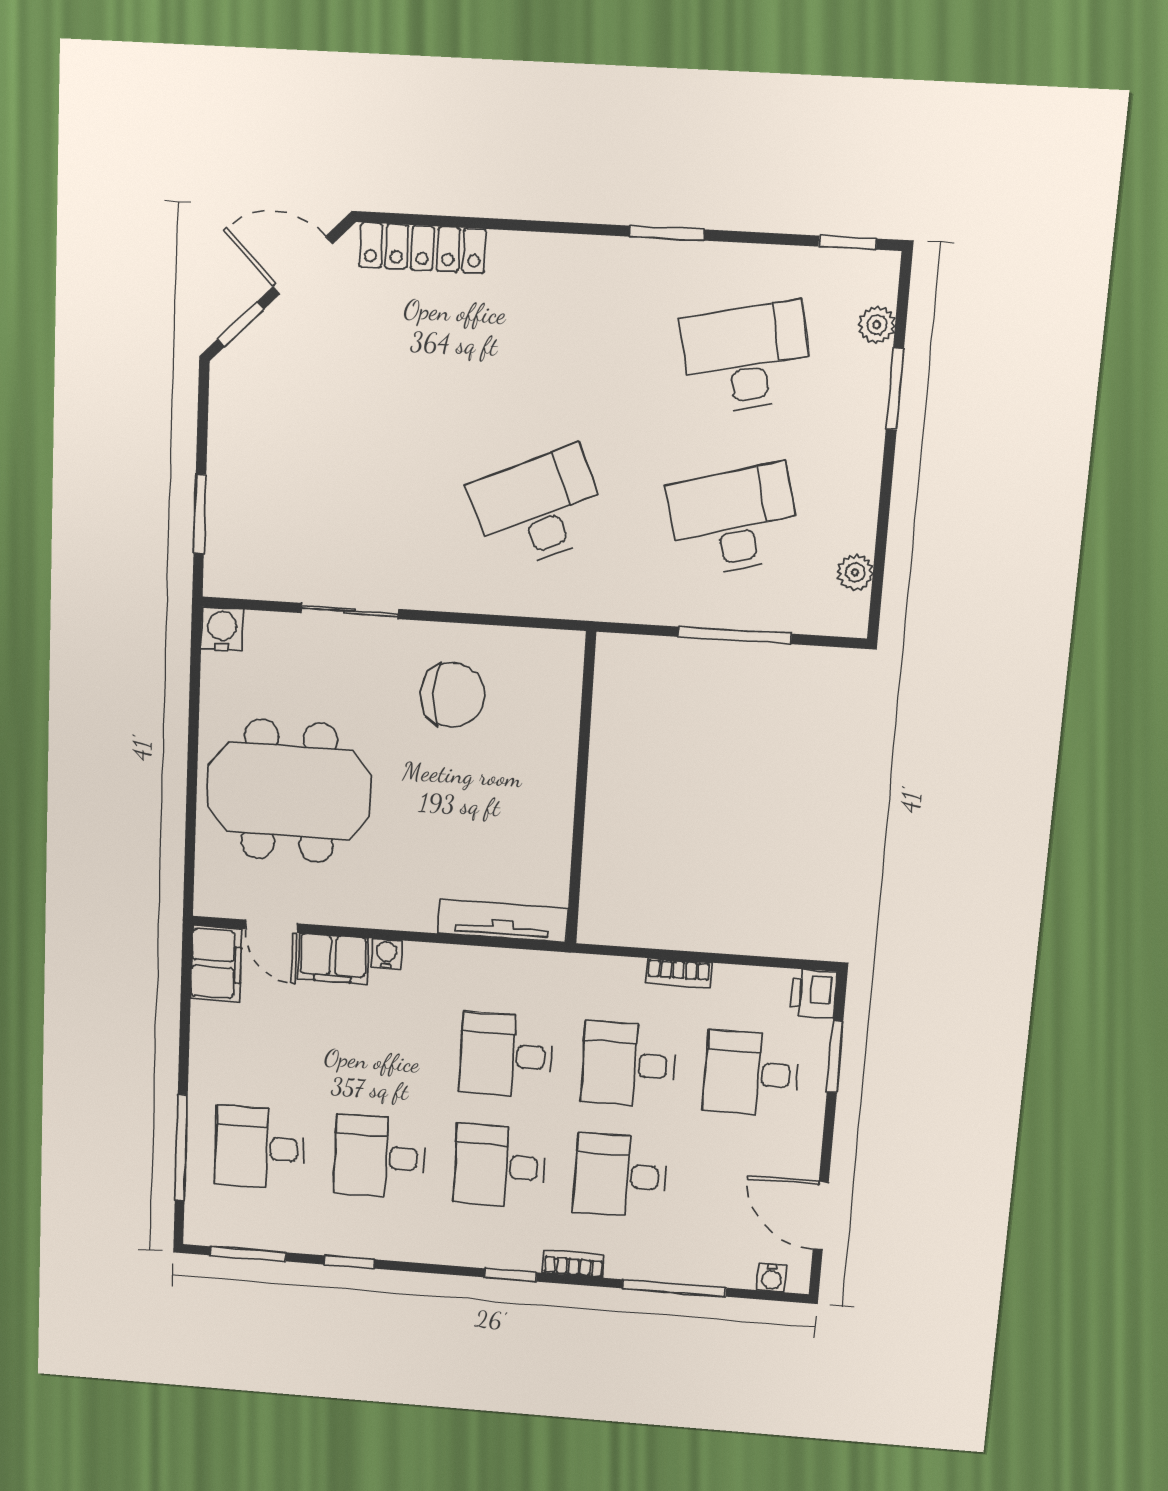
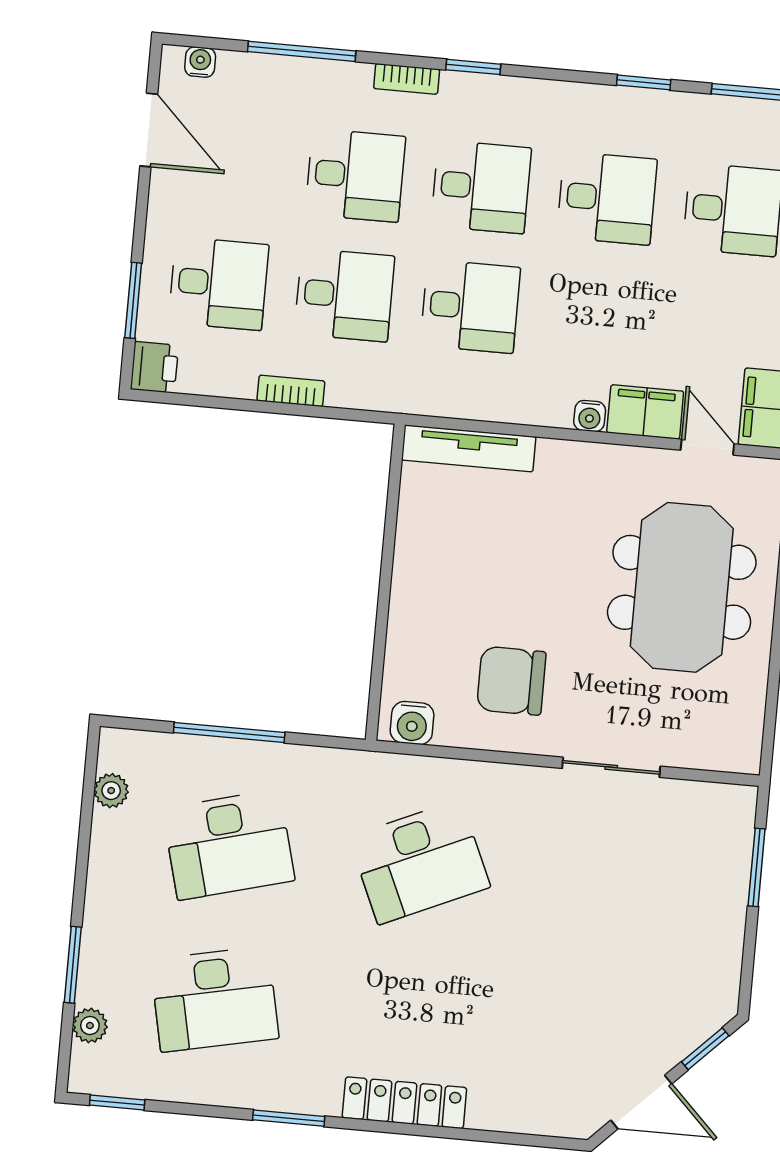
locker: (422, 248) -> (404, 1103), moved
water cooler: (222, 629) -> (412, 723), moved
meeting table: (289, 791) -> (682, 587), turned 90

